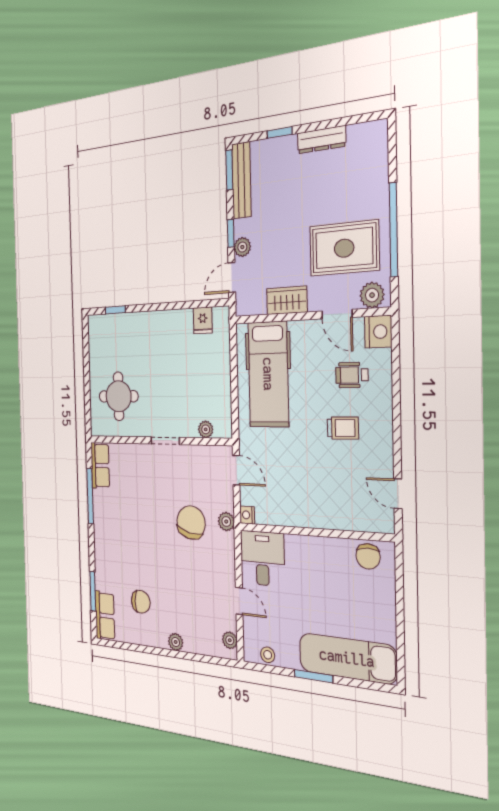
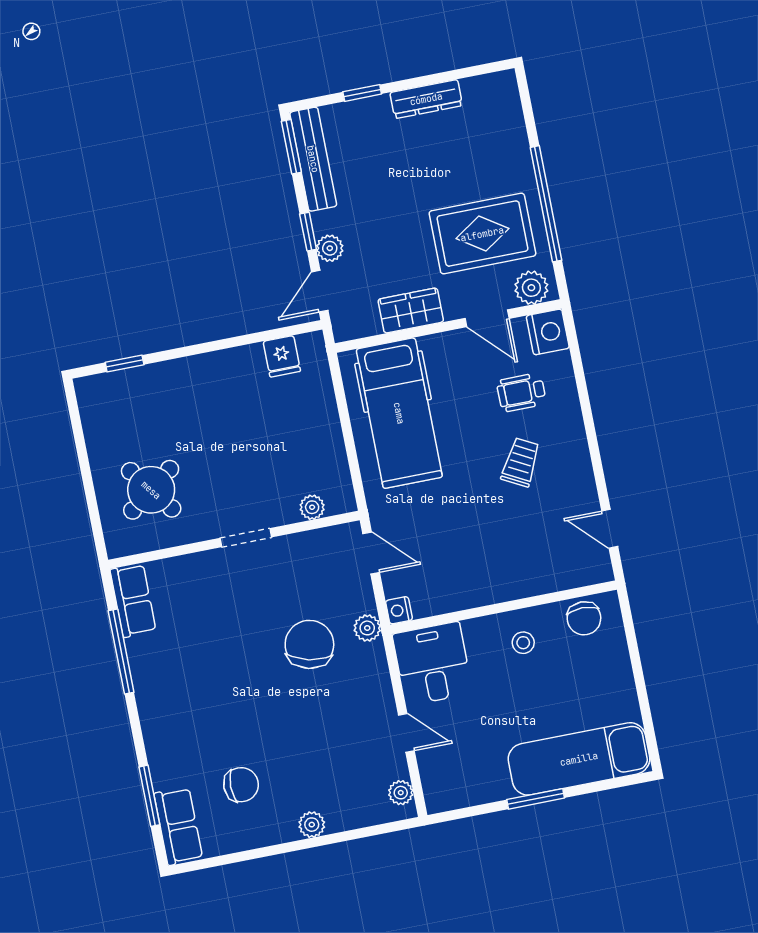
round table: (119, 396) -> (151, 490), turned -37
trolley: (343, 428) -> (521, 462), turned -62
stool: (268, 655) -> (523, 643), moved

